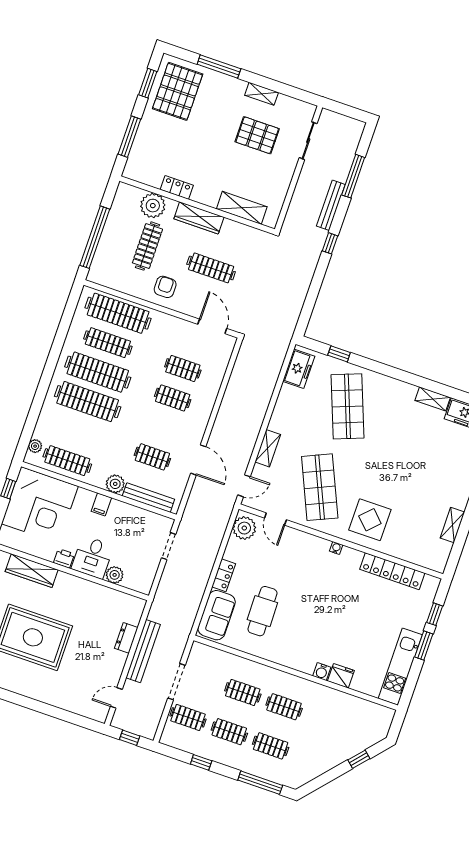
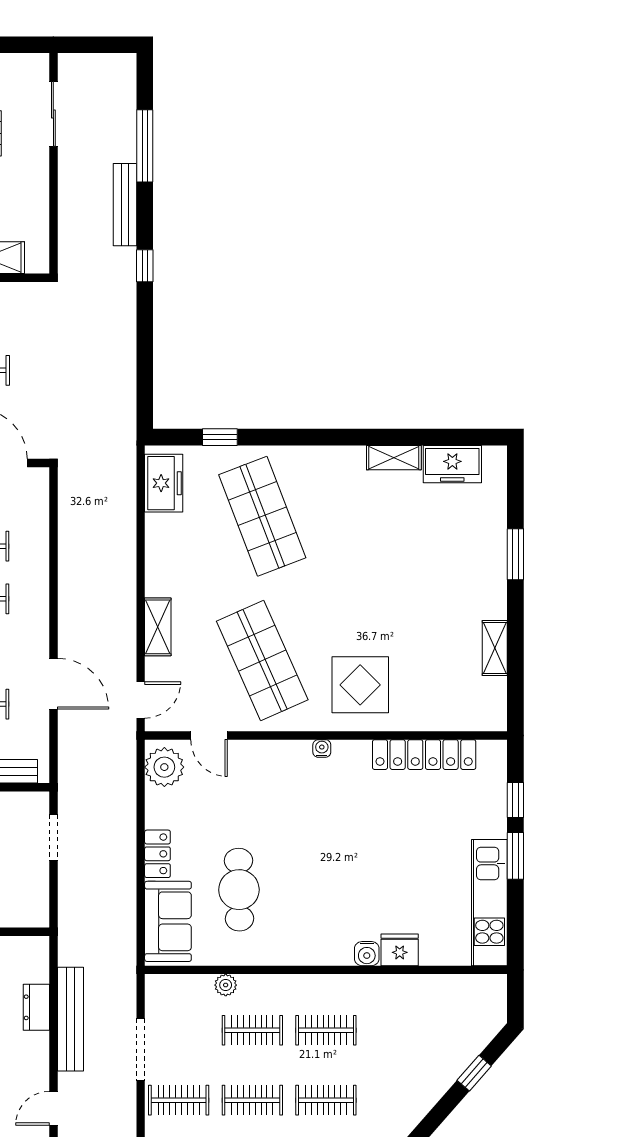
plant: (237, 662) -> (226, 985), added

